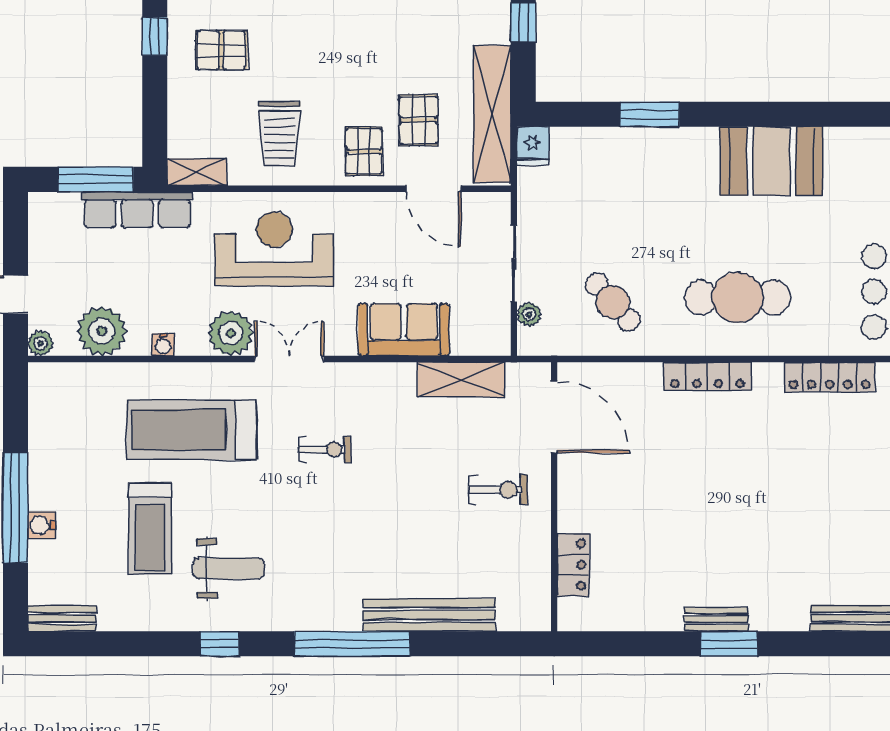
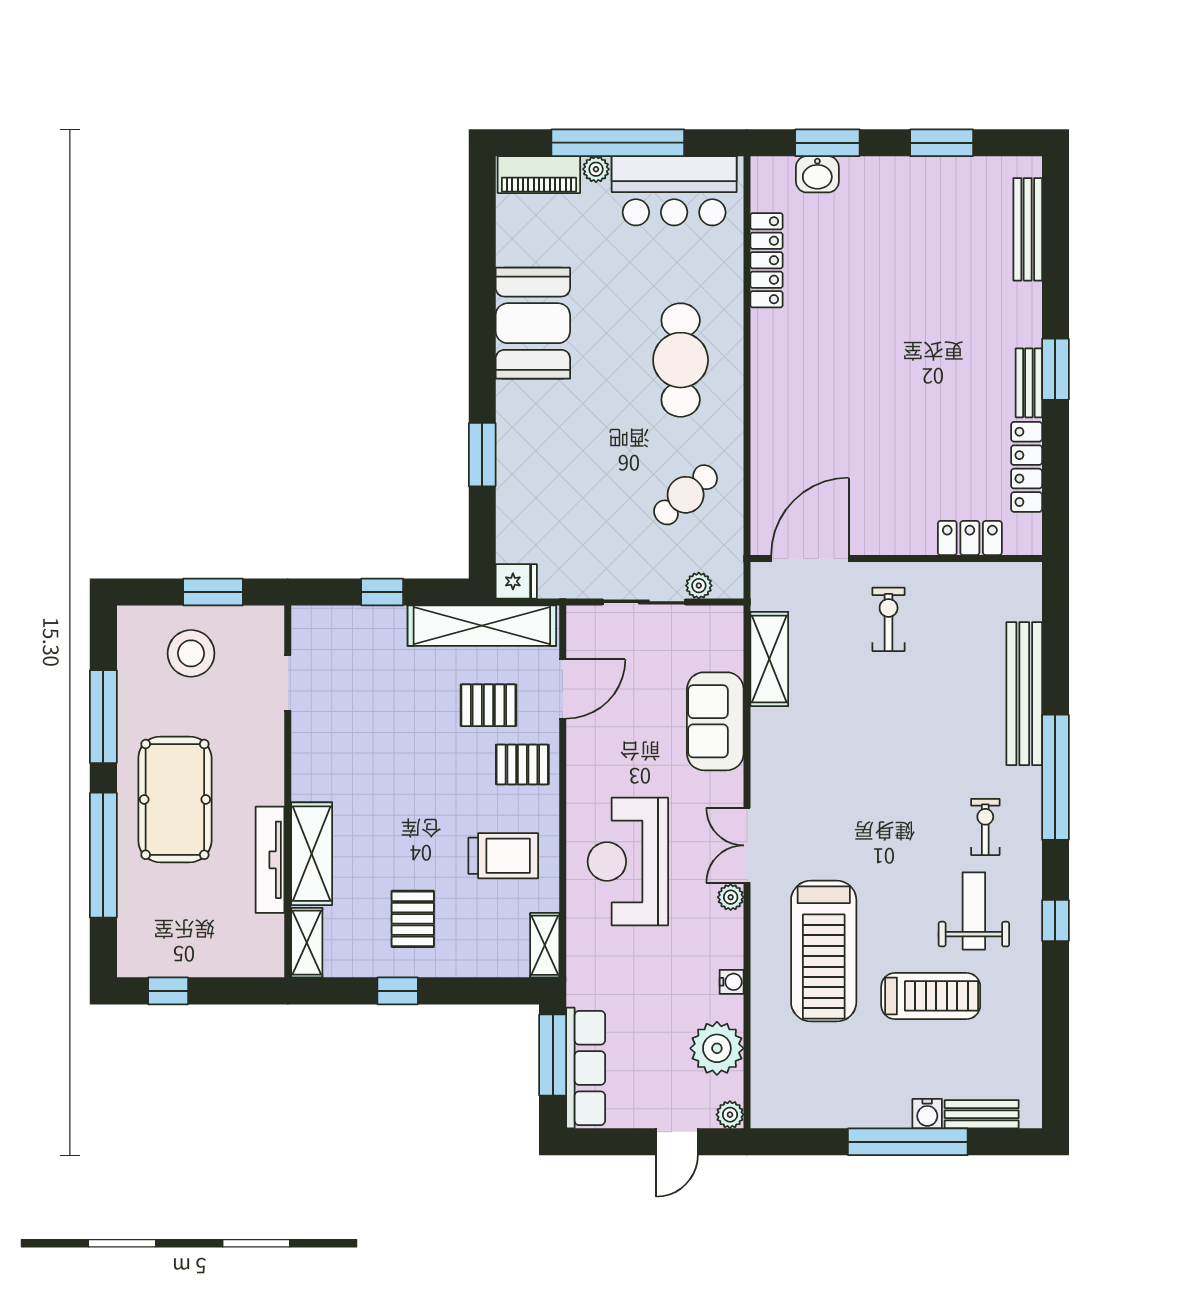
row of seats: (137, 210) -> (586, 1068), moved
plant: (231, 333) -> (731, 897), width x0.53, depth x0.53
locker: (707, 376) -> (1027, 467), moved, turned 180
exercise bike: (325, 449) -> (985, 827), moved
bench: (62, 618) -> (982, 1114), moved, turned 90

